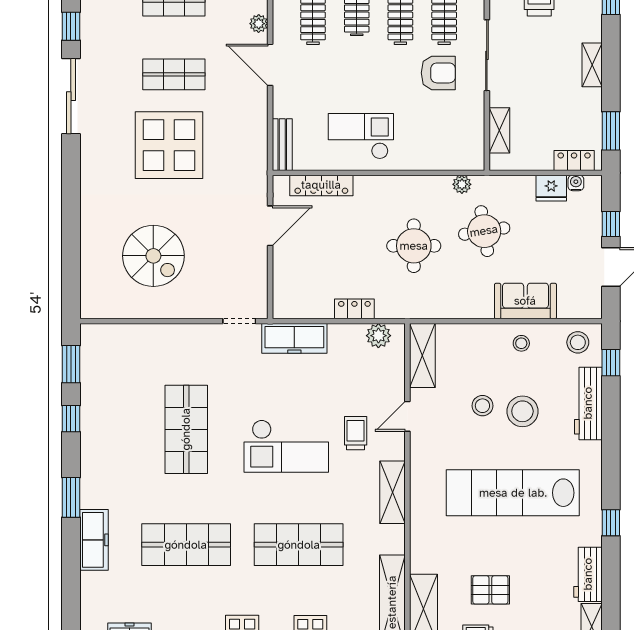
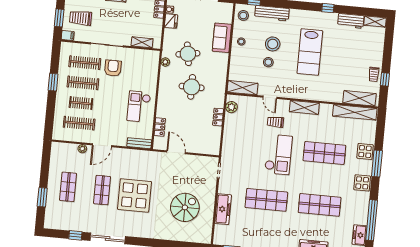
locker: (321, 185) -> (160, 127), width x0.66
freezer: (294, 338) -> (223, 209), moved
lab bench: (513, 493) -> (310, 52), width x0.73
shop shelf: (186, 545) -> (320, 205), turned 90
shop shelf: (299, 545) -> (324, 153), turned 90
pallet: (490, 590) -> (354, 67), removed

